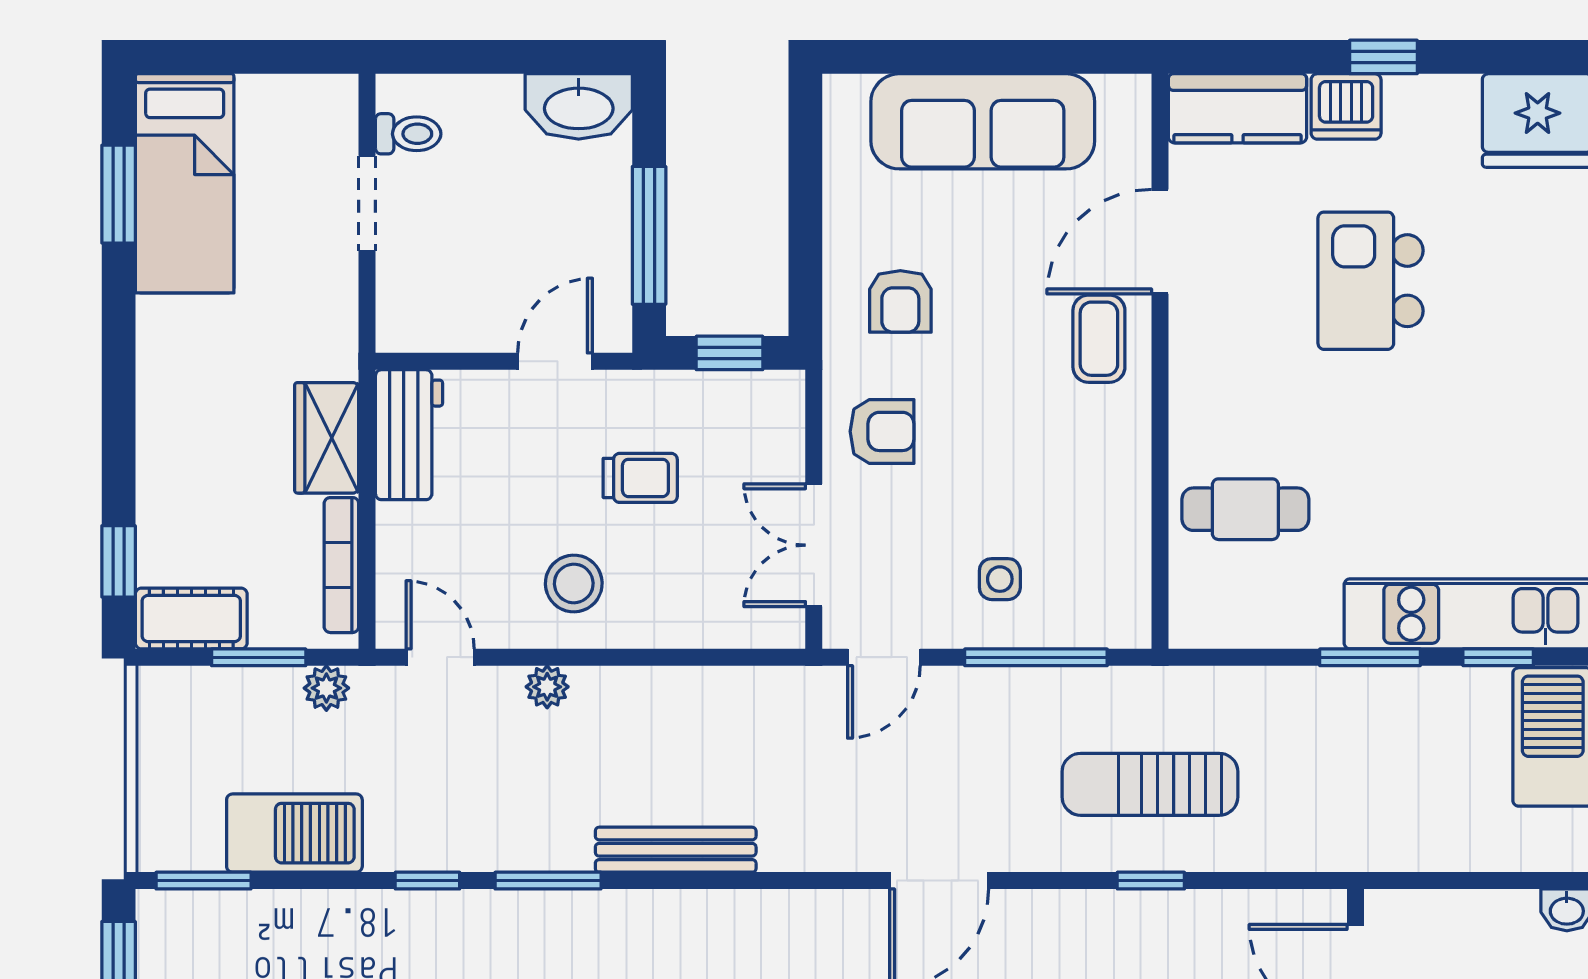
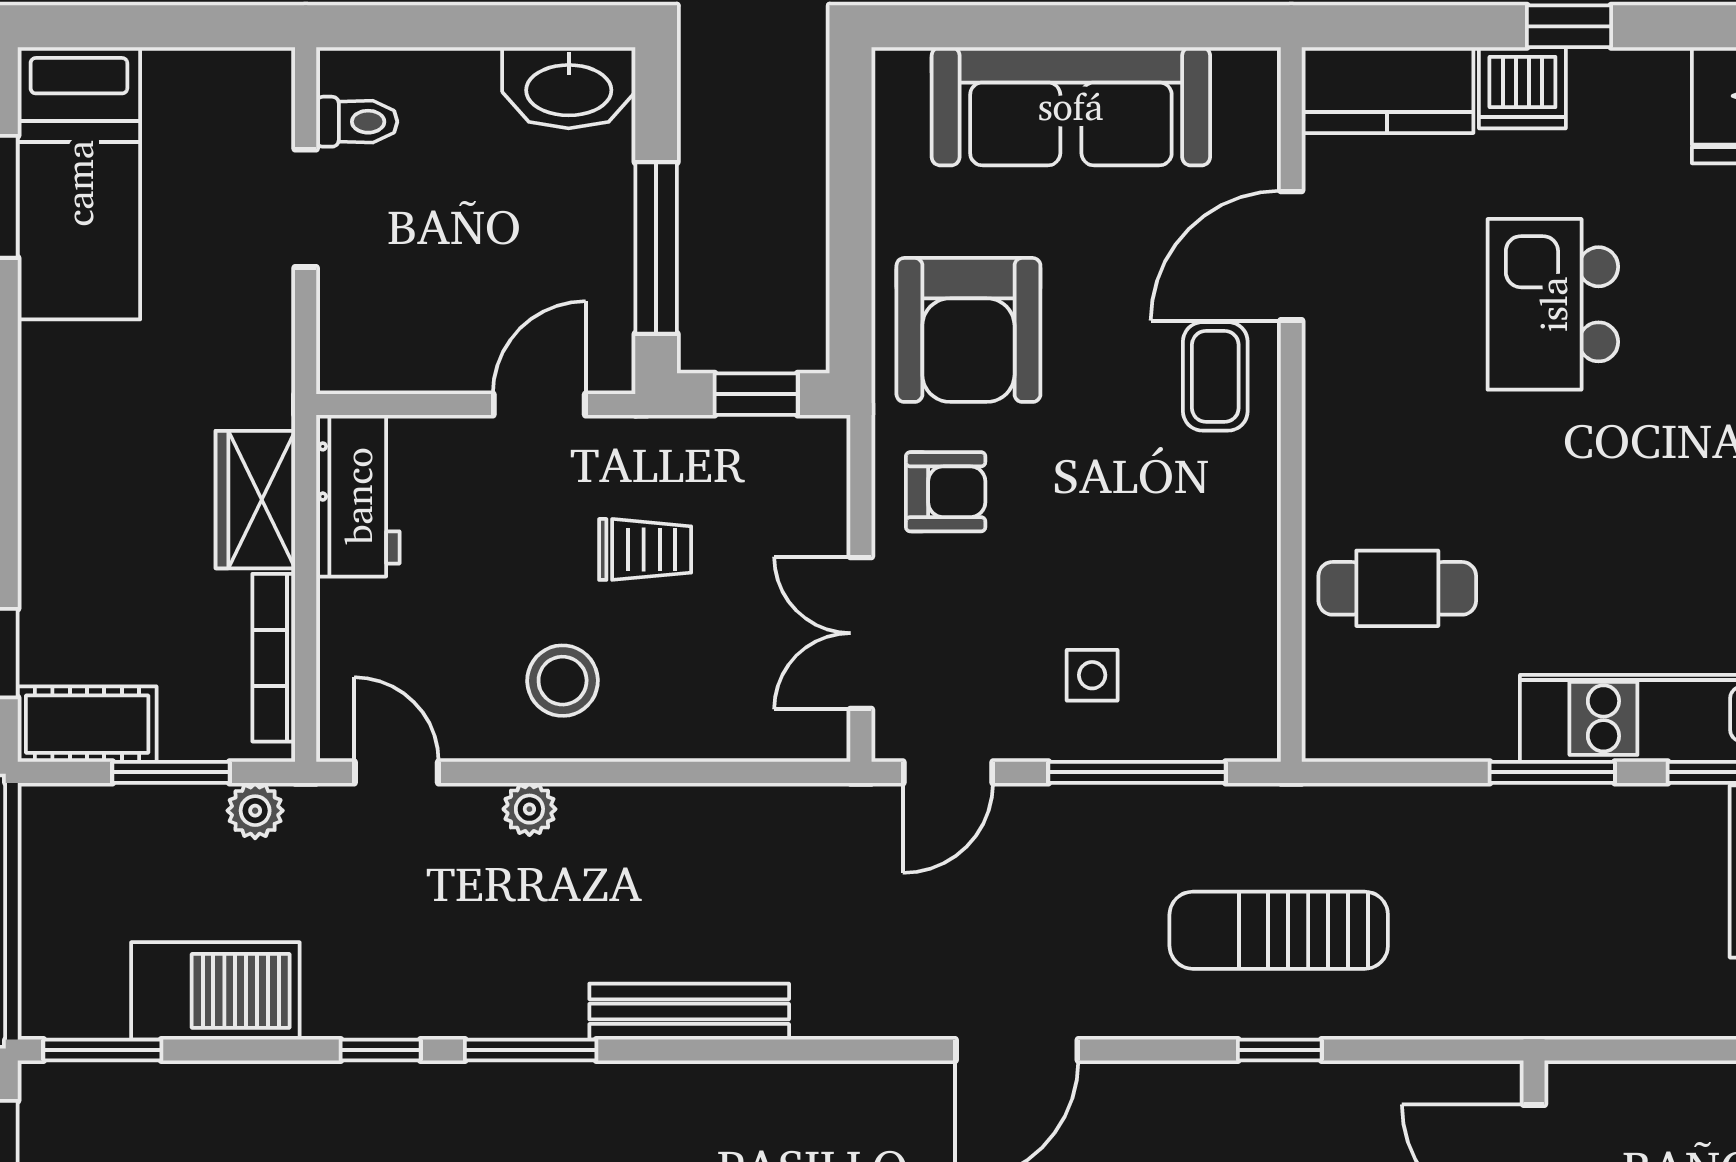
armchair: (900, 301) -> (968, 330), width x1.88, depth x1.88

